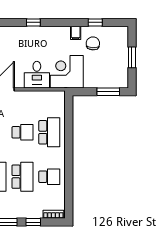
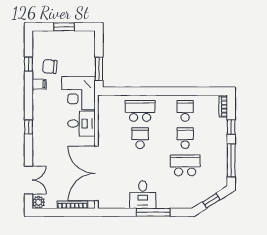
window: (108, 92) -> (99, 69), moved
school desk: (22, 177) -> (185, 138), width x0.54

